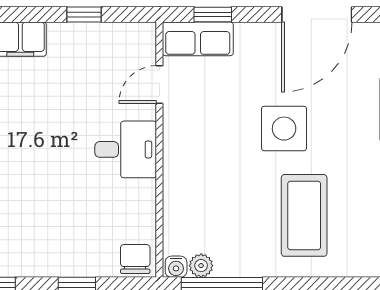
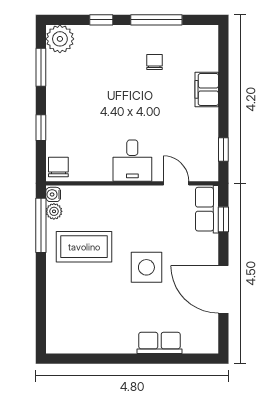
window: (84, 14) -> (223, 150), moved
coffee table: (304, 215) -> (84, 247), moved
chair: (135, 259) -> (58, 167), turned -90

